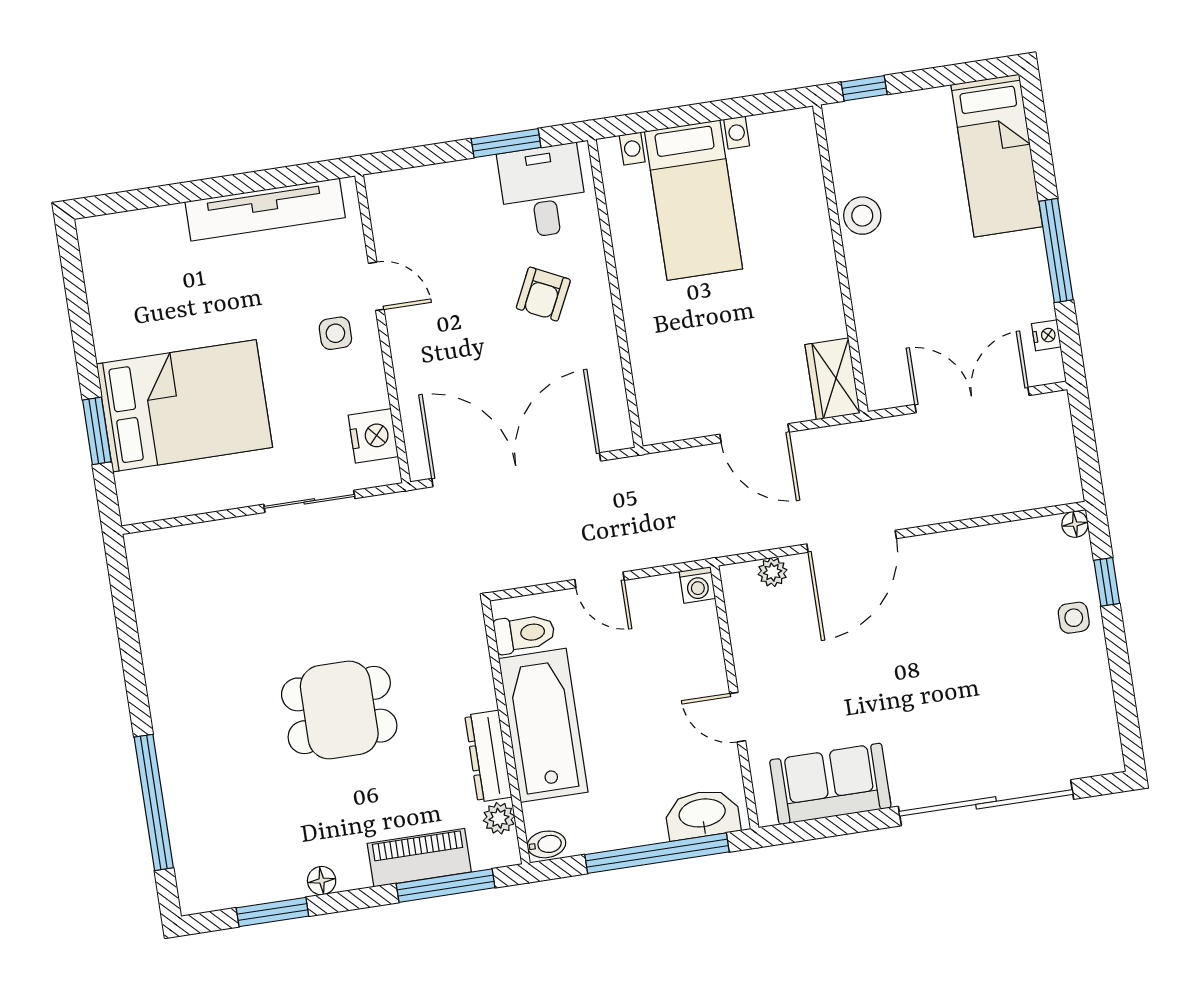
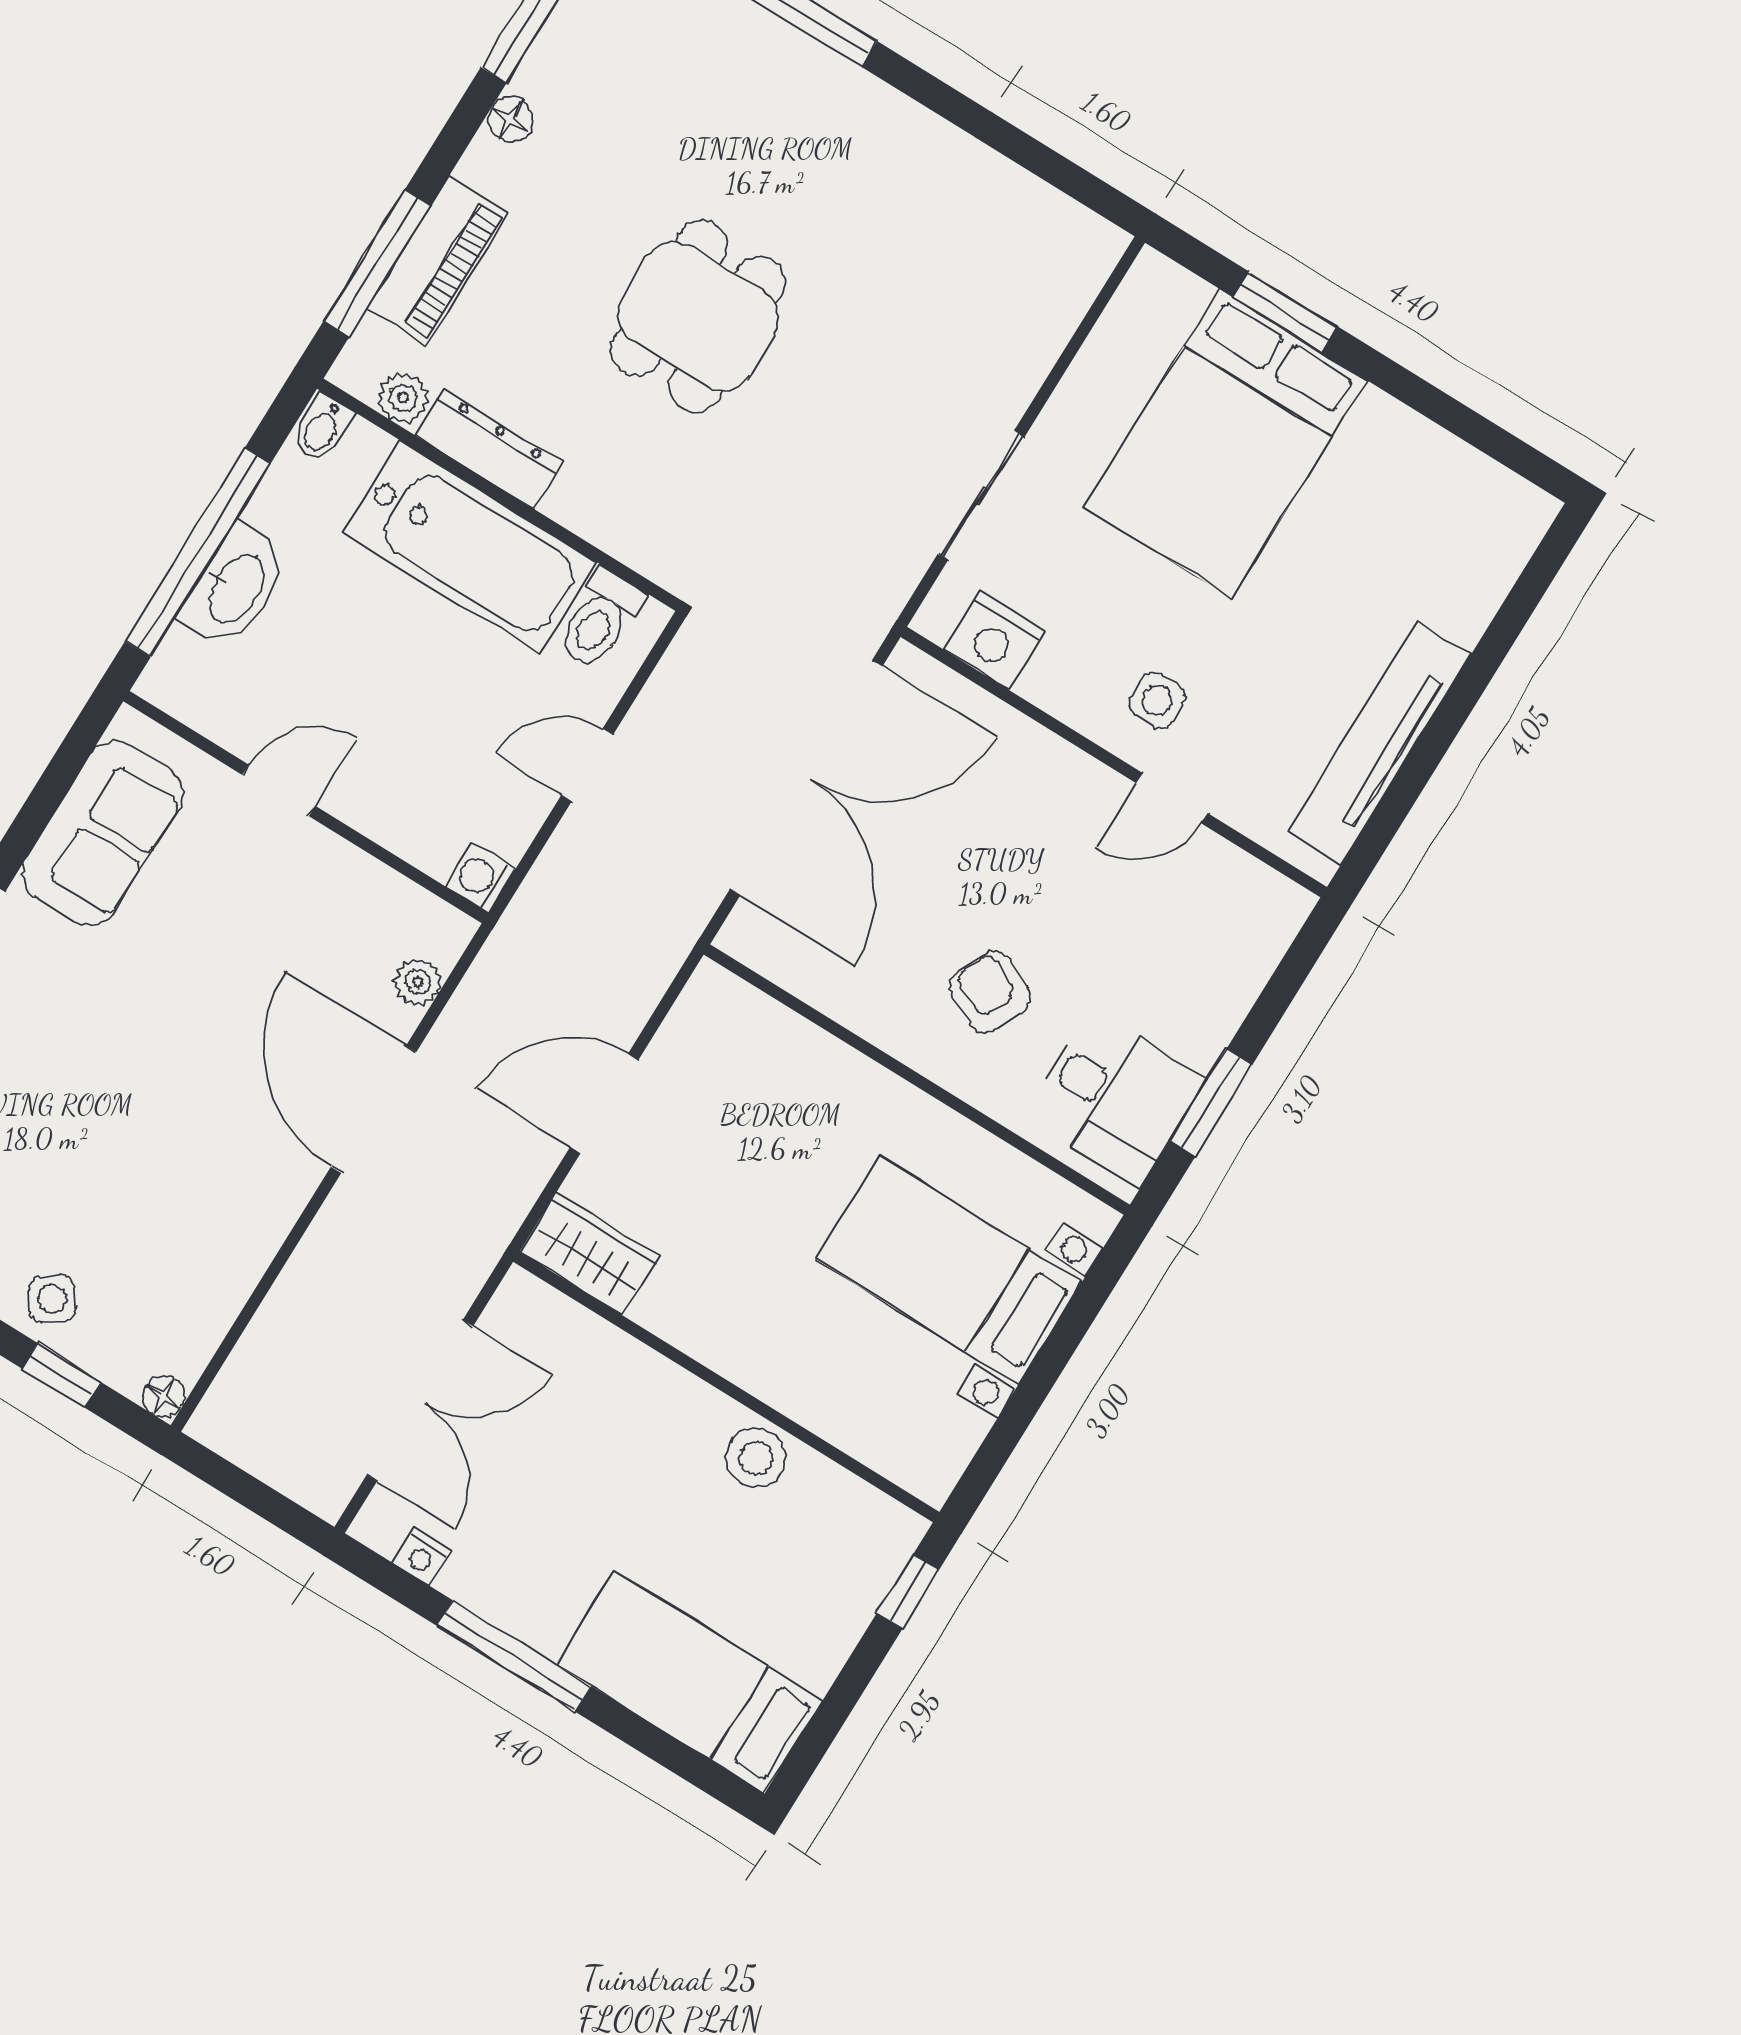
side table: (1074, 618) -> (52, 1299), turned -37
washbasin: (702, 814) -> (235, 588), moved

